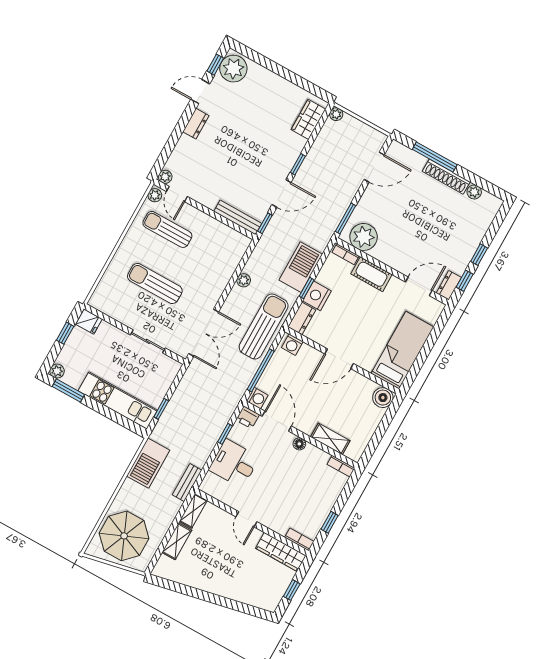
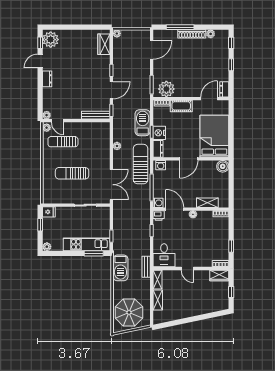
window: (465, 281) -> (231, 43), moved
bed: (402, 350) -> (214, 136), width x1.50
window: (68, 390) -> (94, 253), moved
desk: (234, 463) -> (164, 255), moved, turned -90
wardrobe: (281, 552) -> (219, 275), width x0.67

